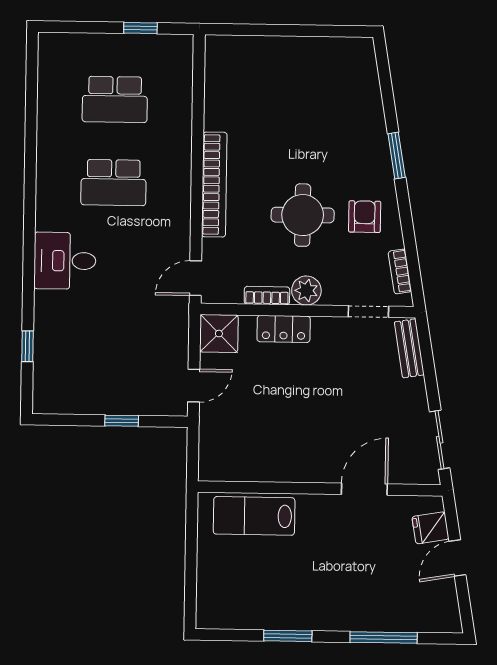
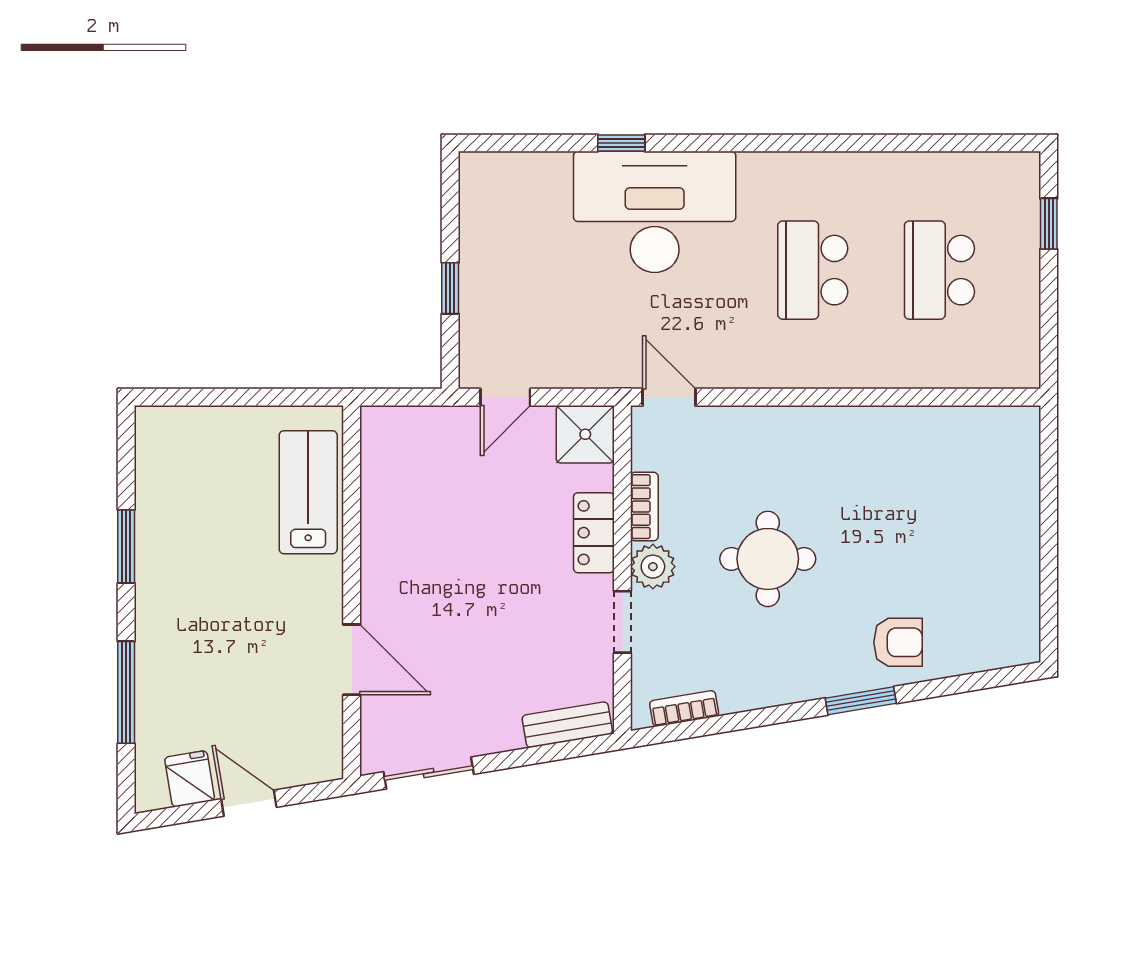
window: (140, 28) -> (1049, 224), moved
bookcase: (214, 185) -> (812, 424), removed
armchair: (365, 217) -> (898, 642), moved
desk: (65, 261) -> (655, 212), width x1.87, depth x1.30
doorway: (368, 312) -> (622, 622), moved
window: (28, 346) -> (621, 143), moved
door: (194, 386) -> (505, 397), hinge flipped
fridge: (431, 528) -> (190, 779), moved

